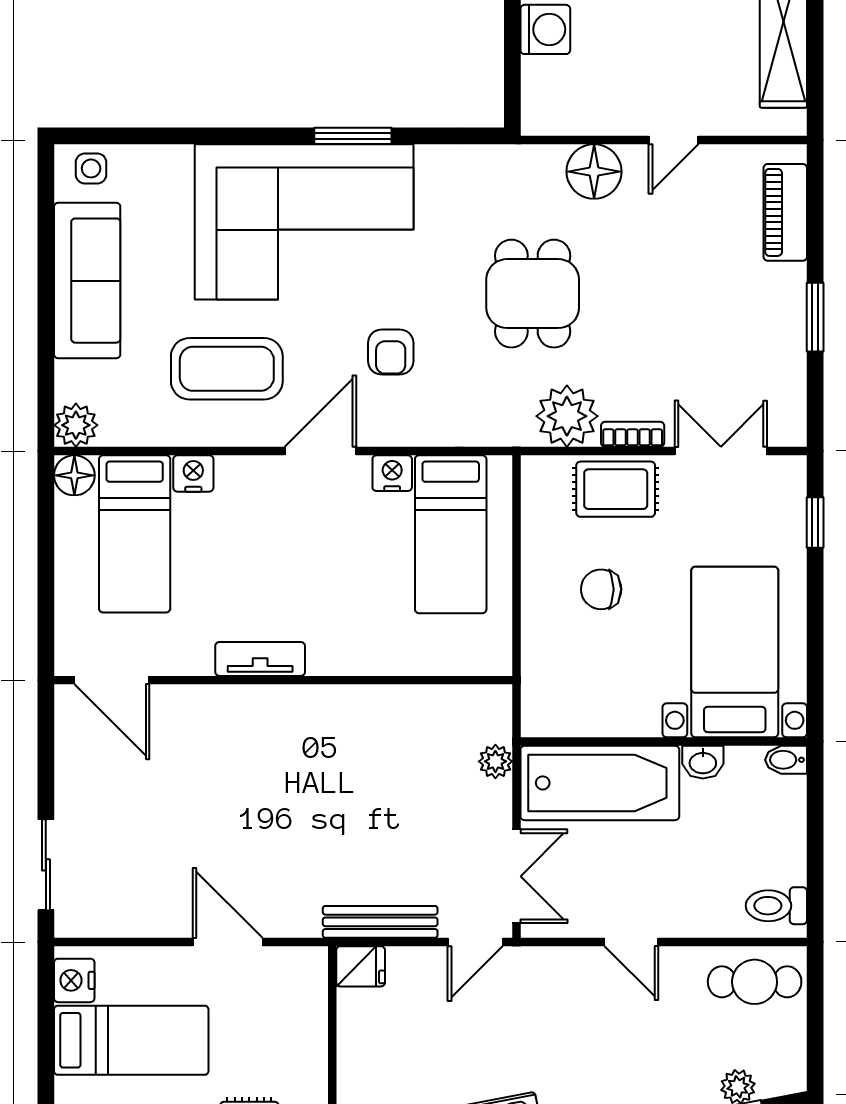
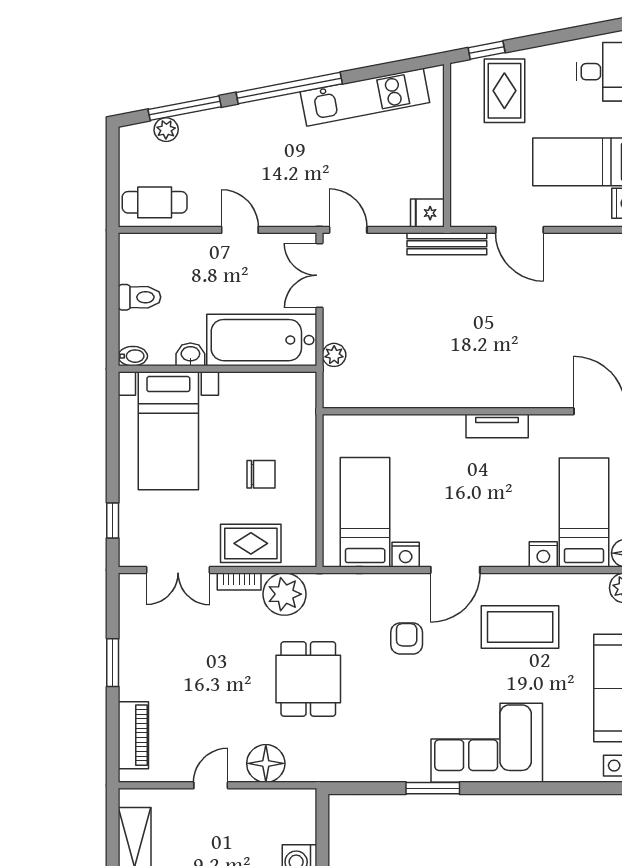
corner sofa: (304, 222) -> (487, 743), width x0.73, depth x0.74
toilet: (776, 906) -> (139, 297), moved
bench: (380, 922) -> (447, 244), moved
door: (475, 942) -> (348, 230), hinge flipped

